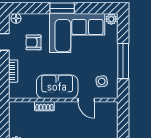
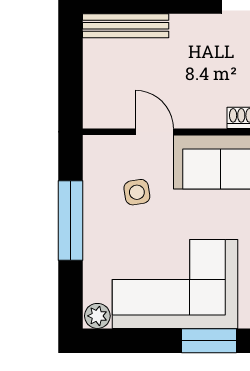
side table: (102, 81) -> (137, 192), moved

